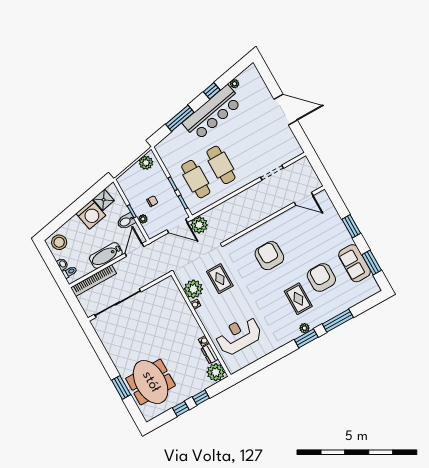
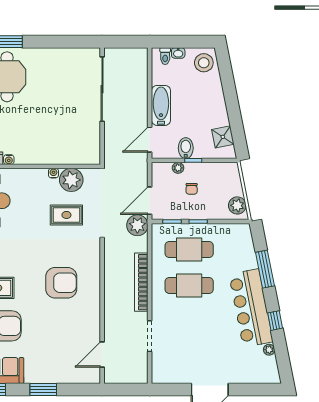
washing machine: (91, 214) -> (215, 114), removed
door: (134, 250) -> (150, 140), swing flipped
bookcase: (94, 281) -> (141, 282), moved

